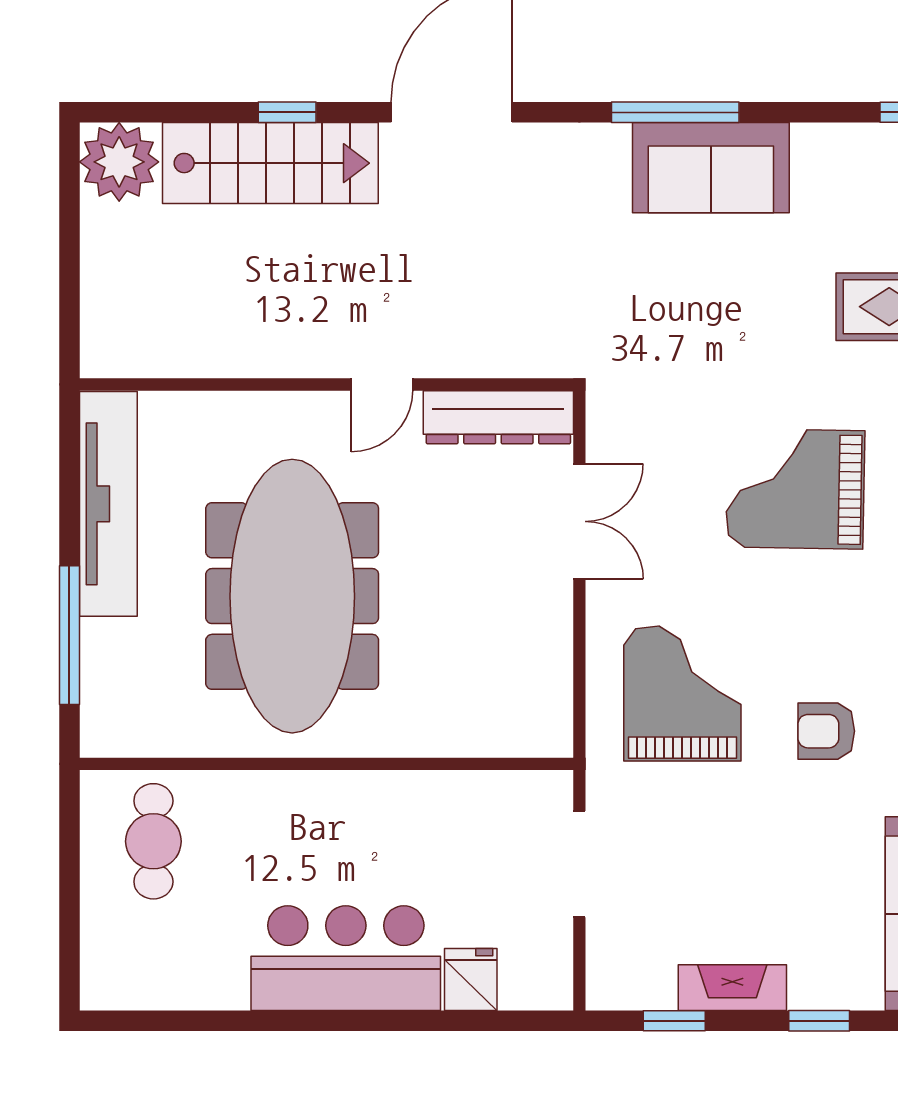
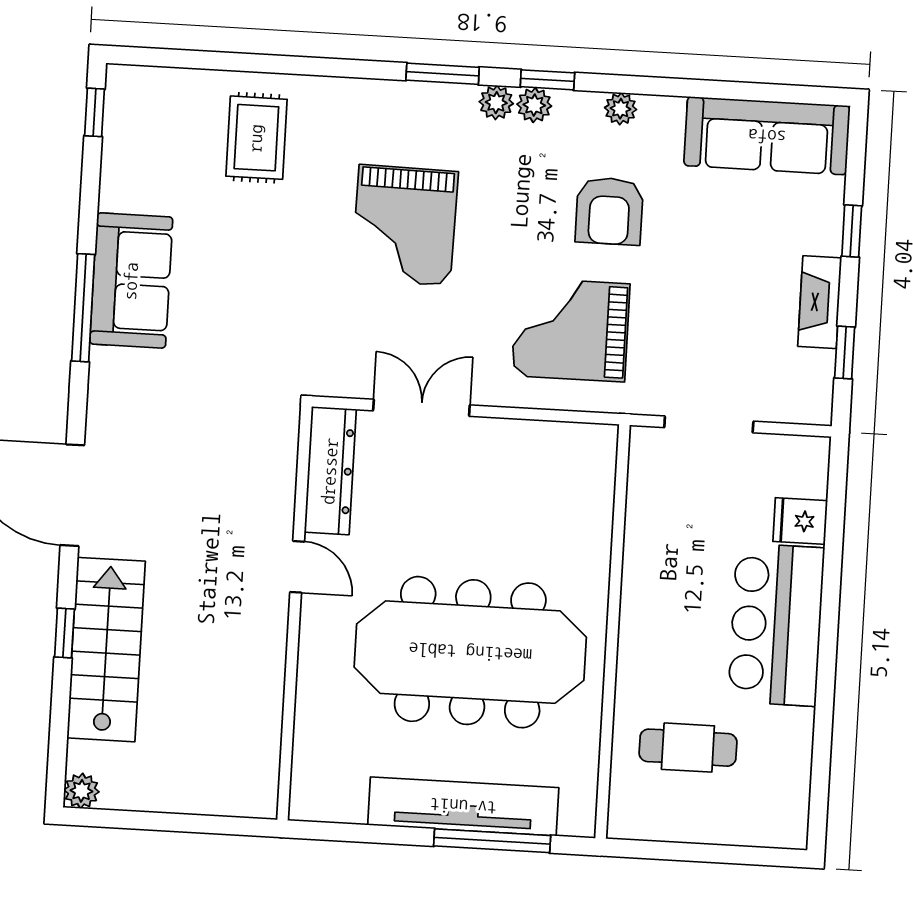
plant: (119, 162) -> (82, 791), width x0.53, depth x0.53
tv unit: (108, 504) -> (463, 806), moved
armchair: (826, 731) -> (609, 211), width x1.38, depth x1.38
cafe table: (153, 841) -> (688, 748), moved

